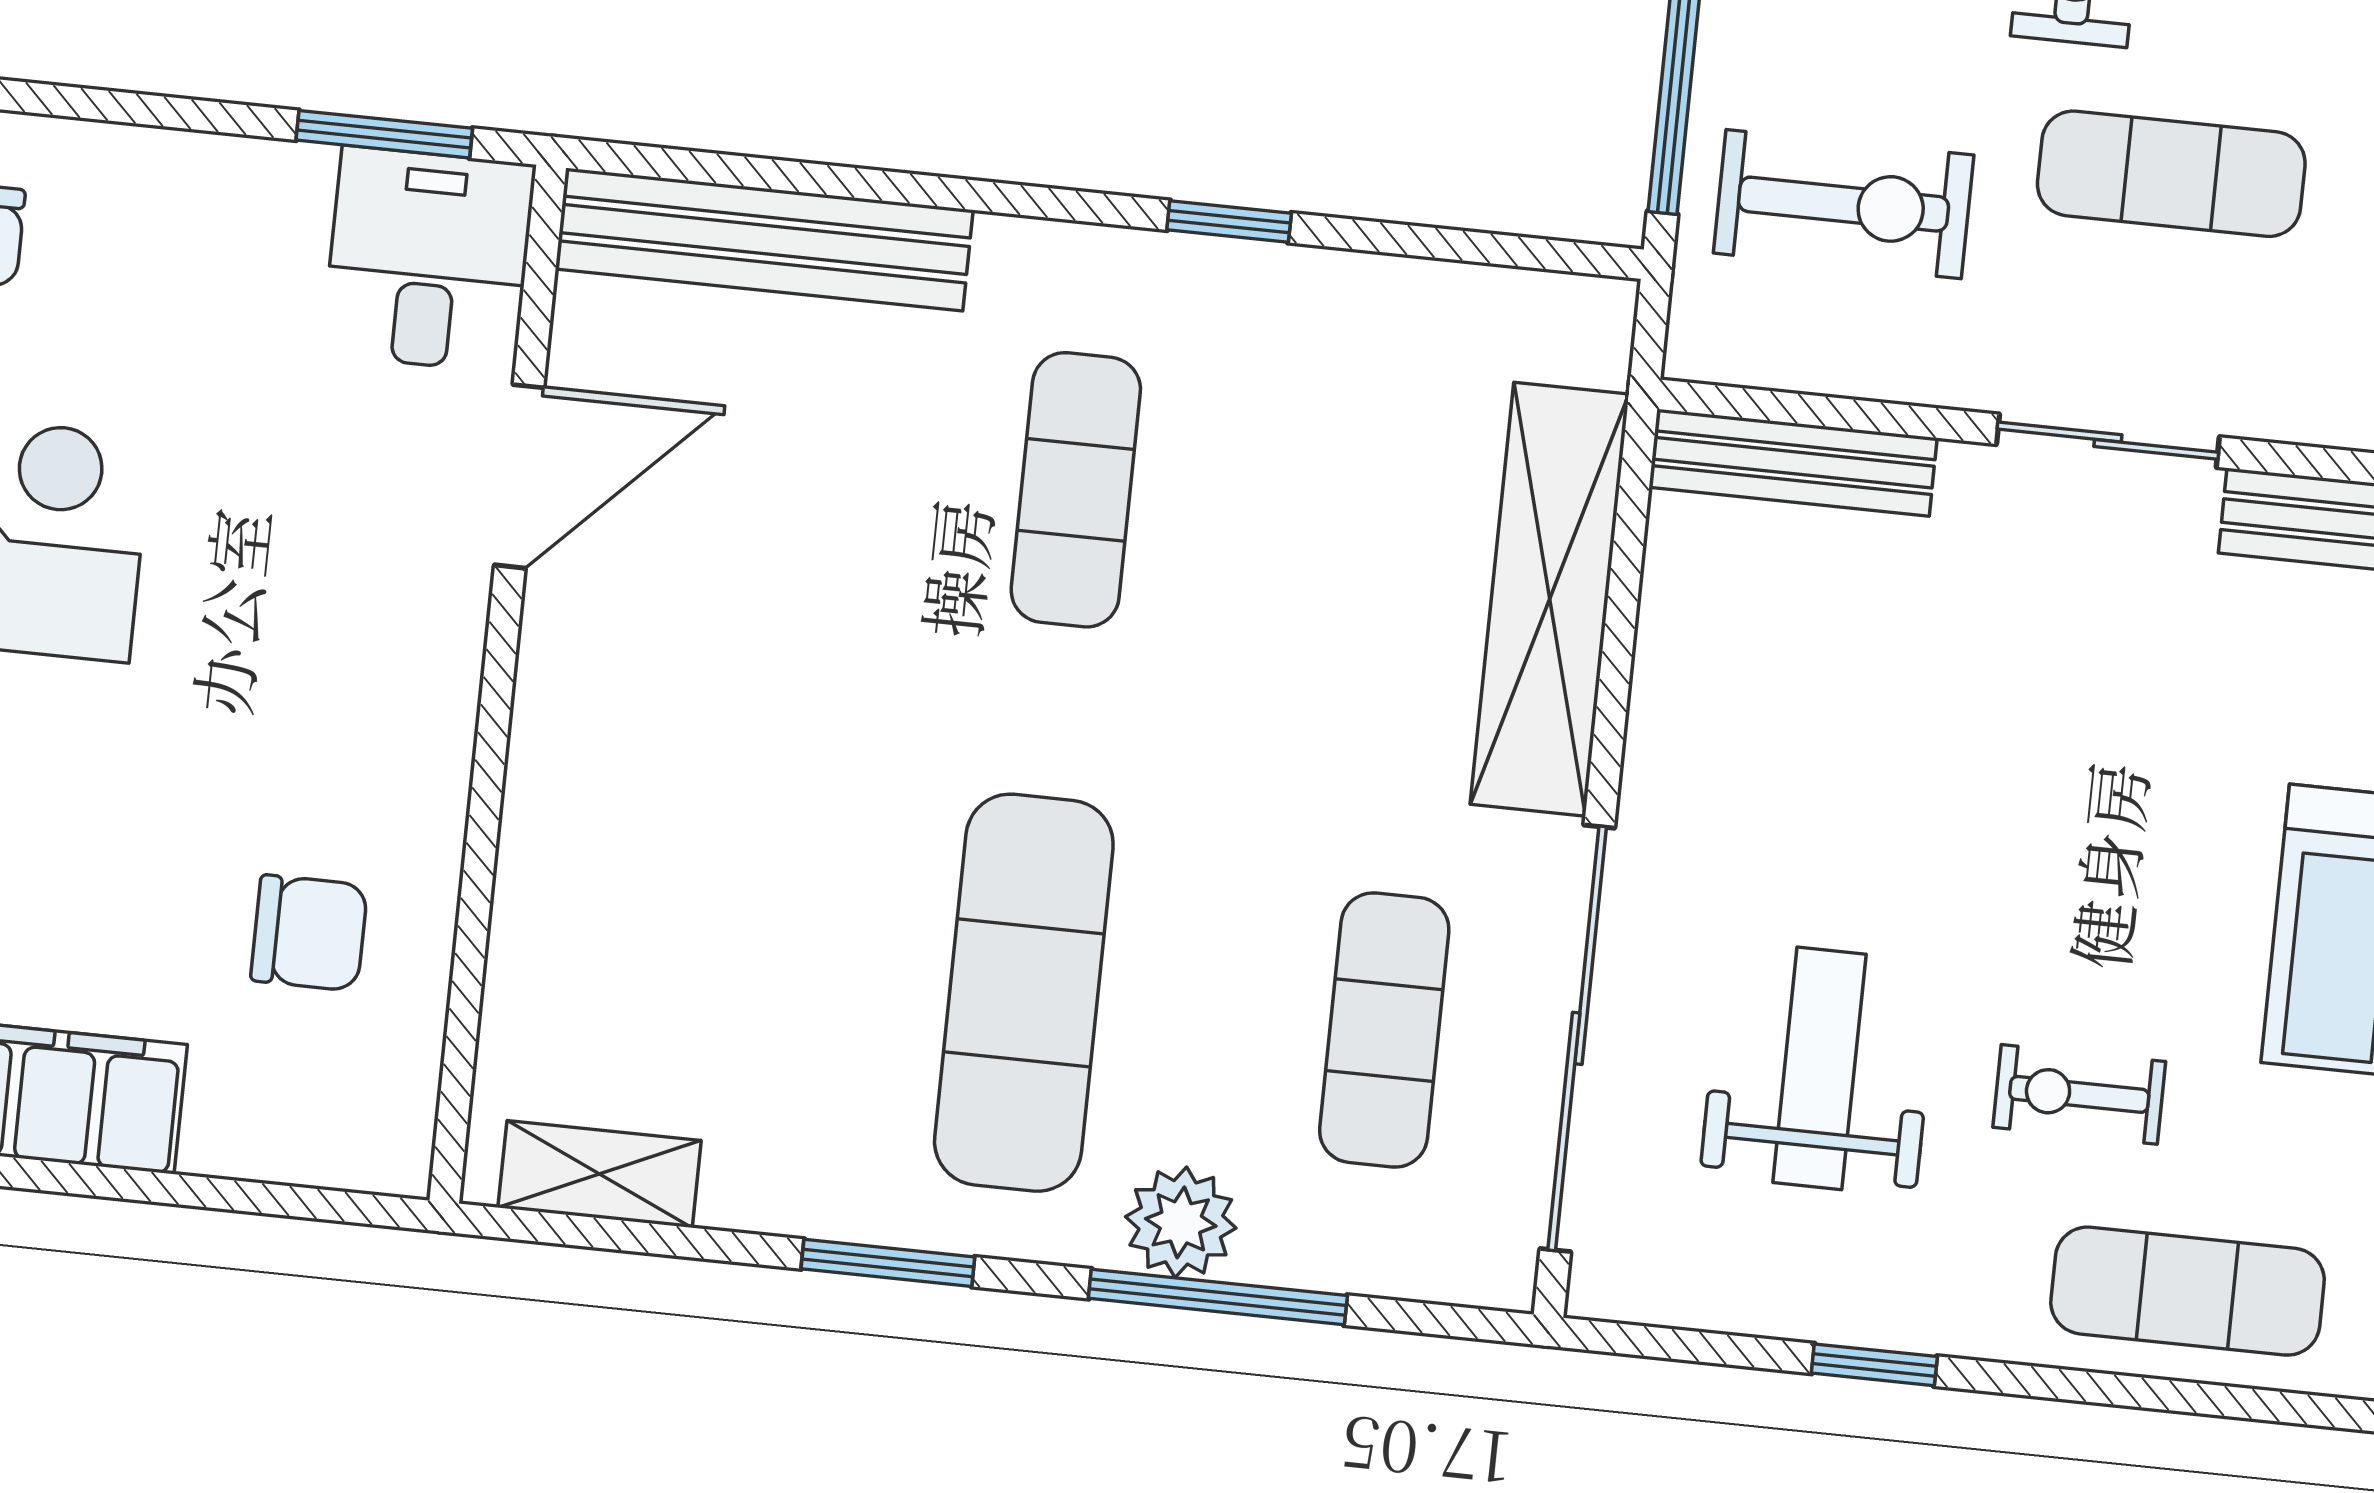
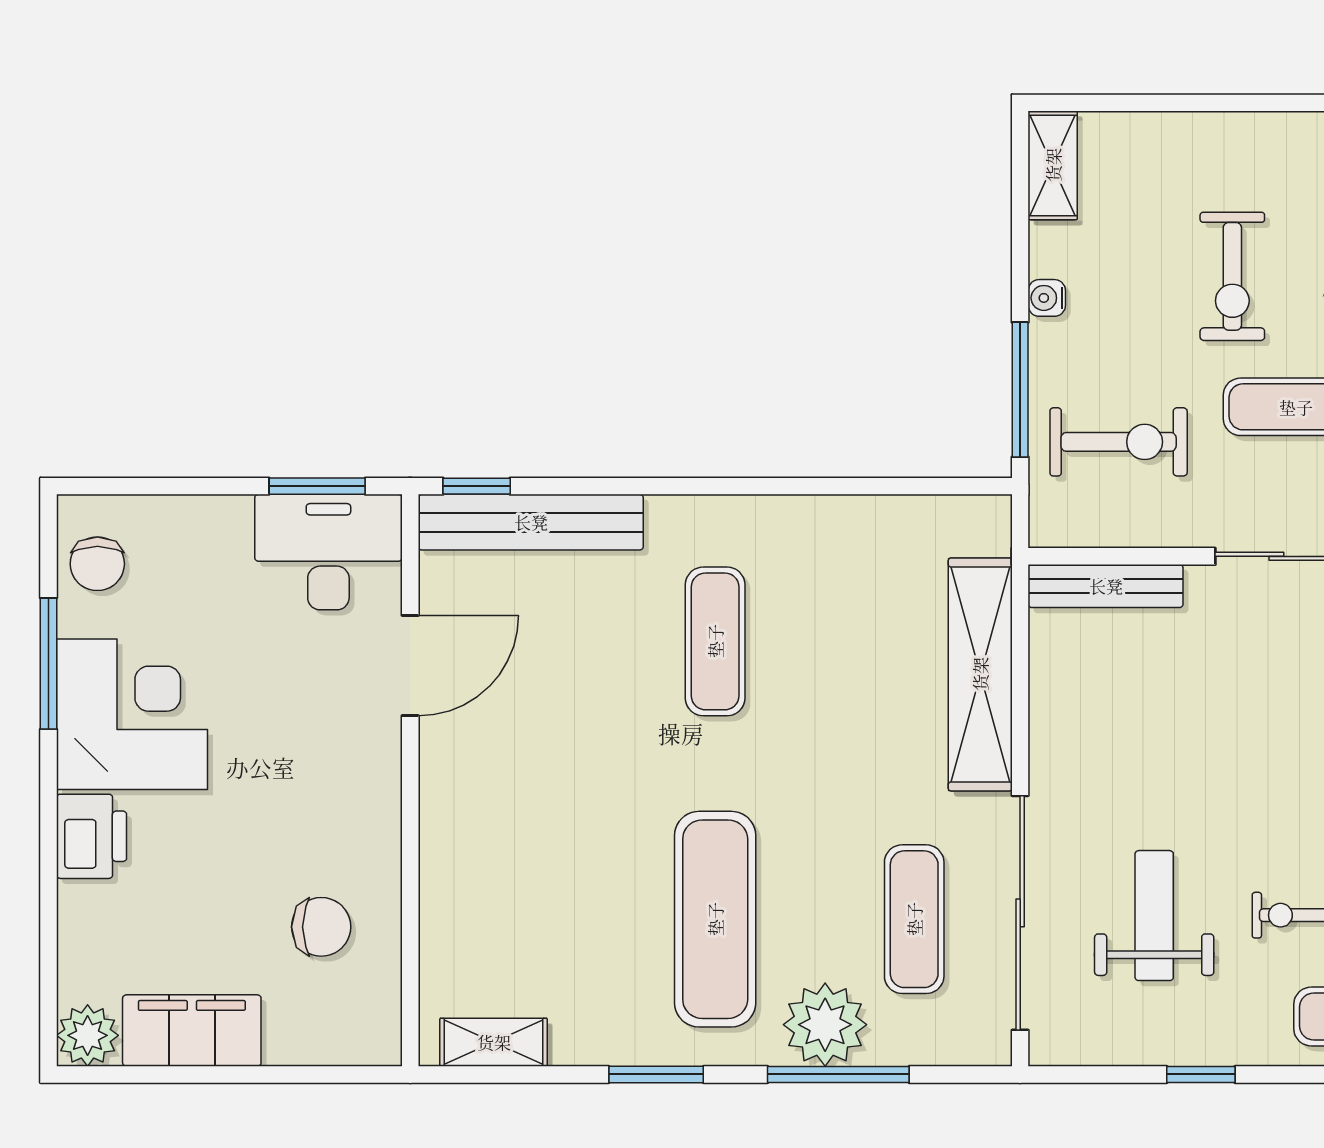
window: (1229, 221) -> (477, 486), moved
desk: (429, 259) -> (328, 552), width x1.37
plant: (1181, 1222) -> (825, 1025), width x1.36, depth x1.36

